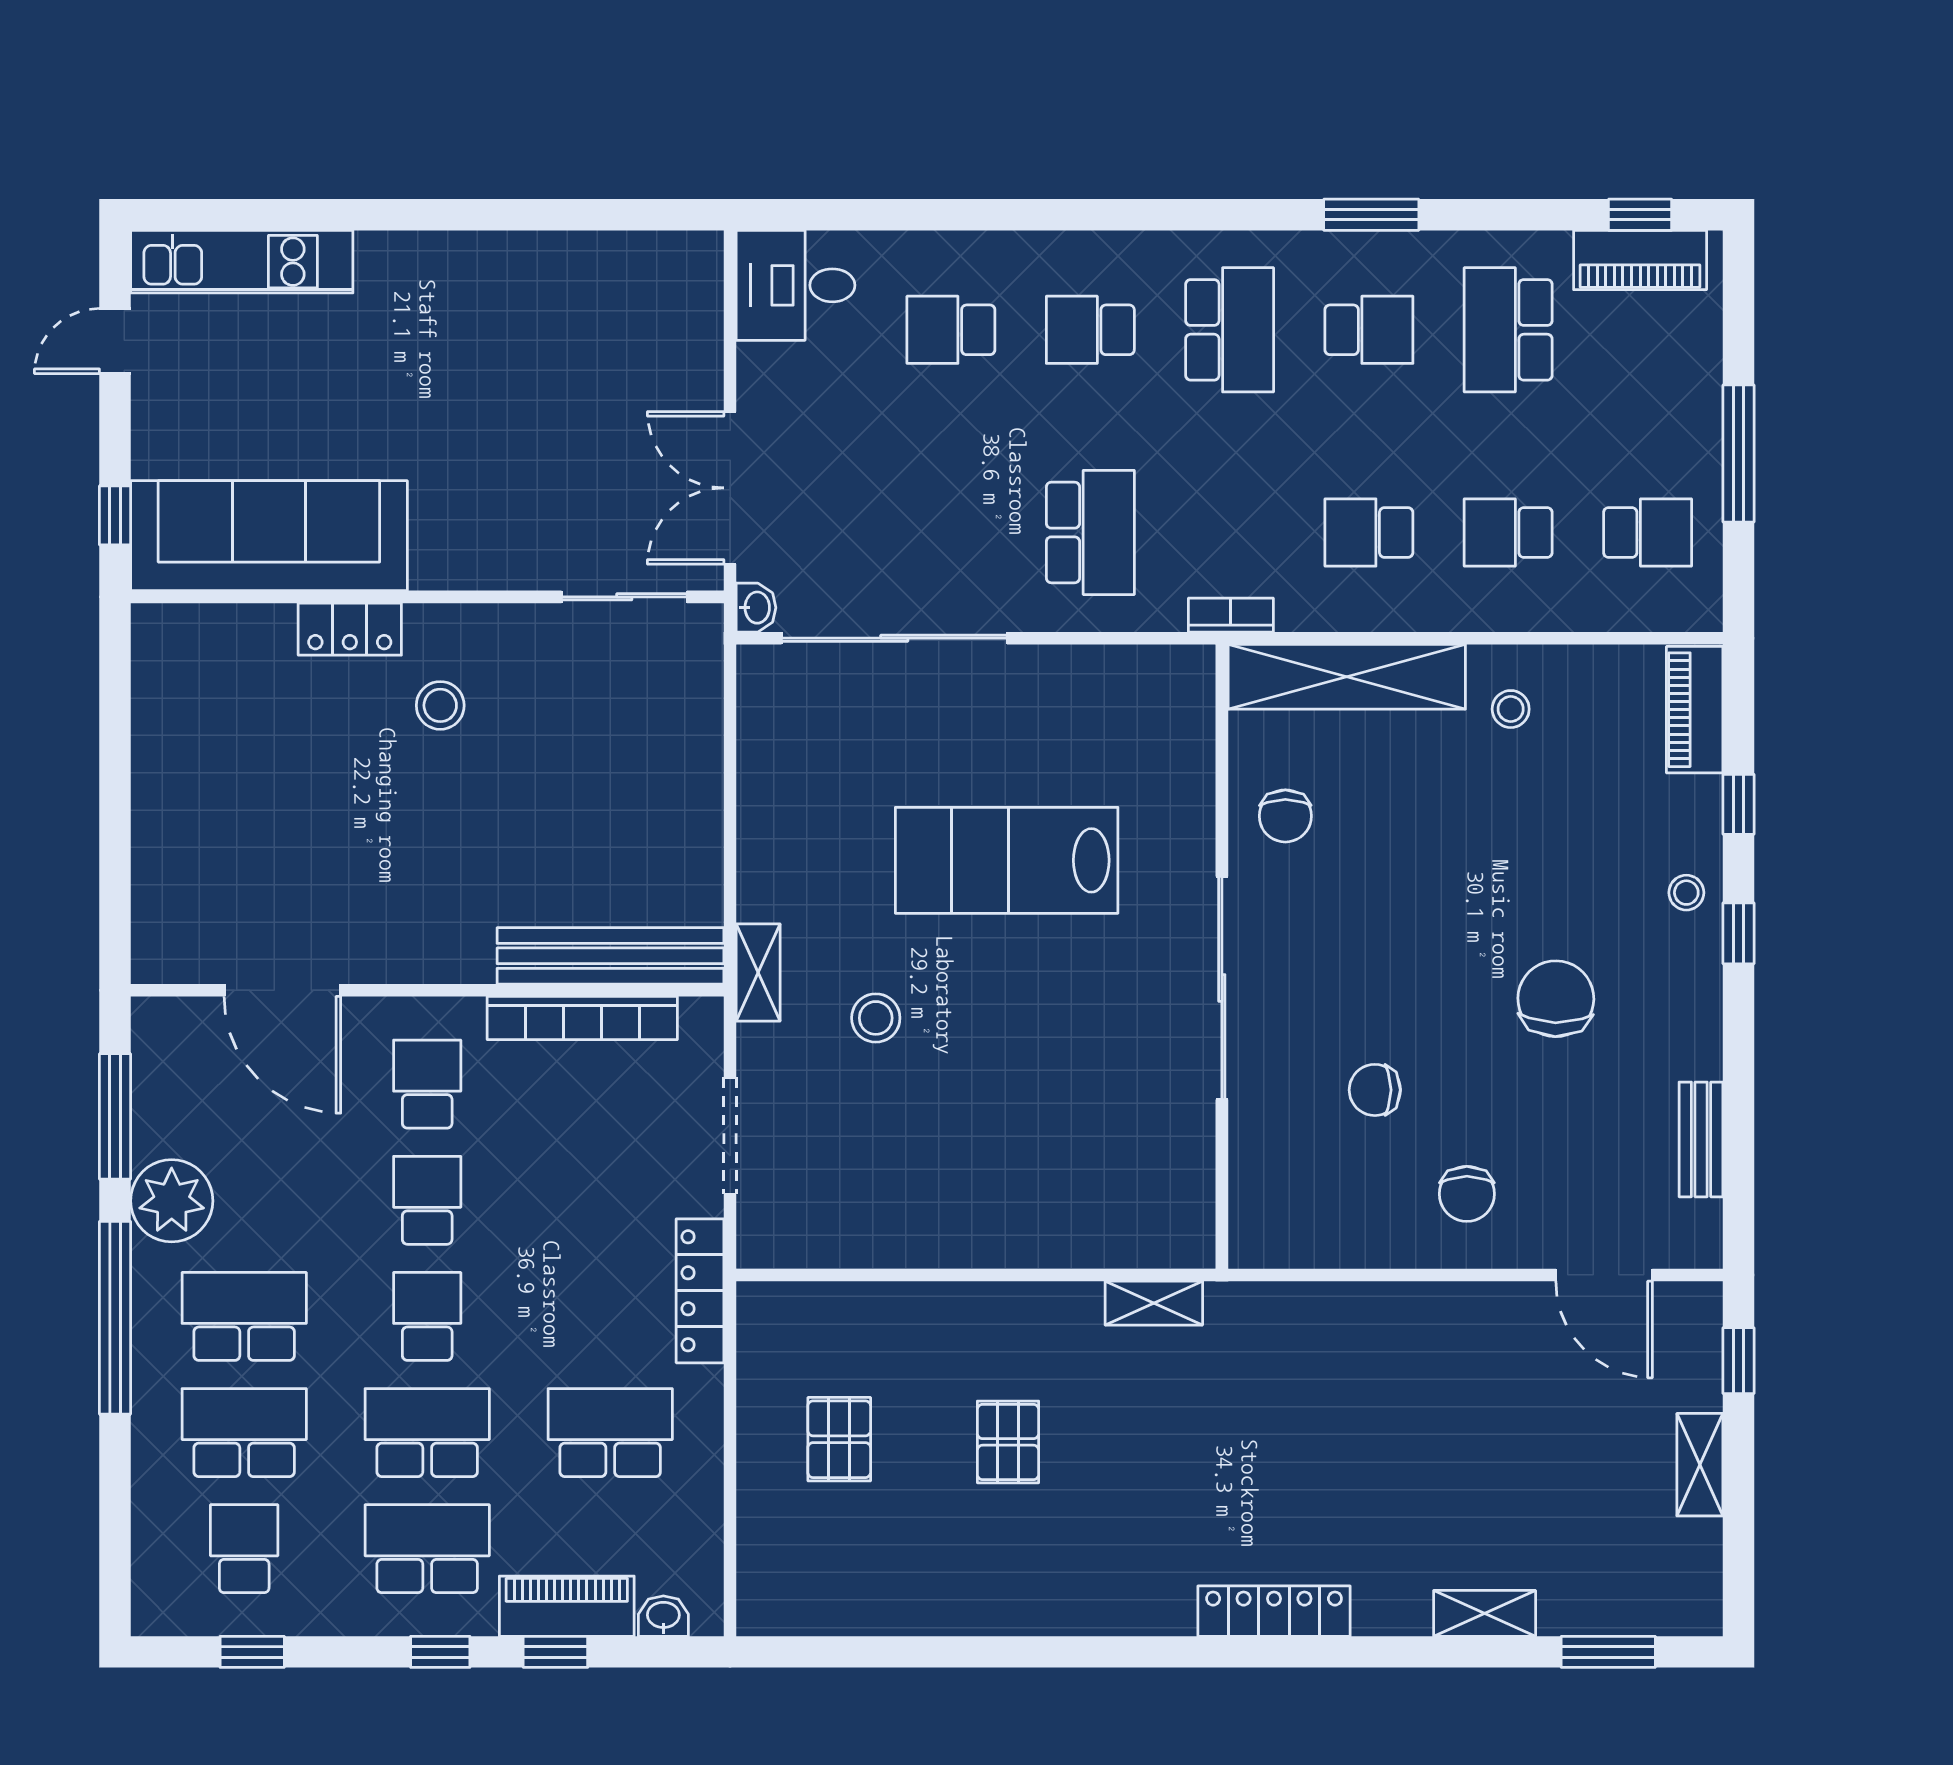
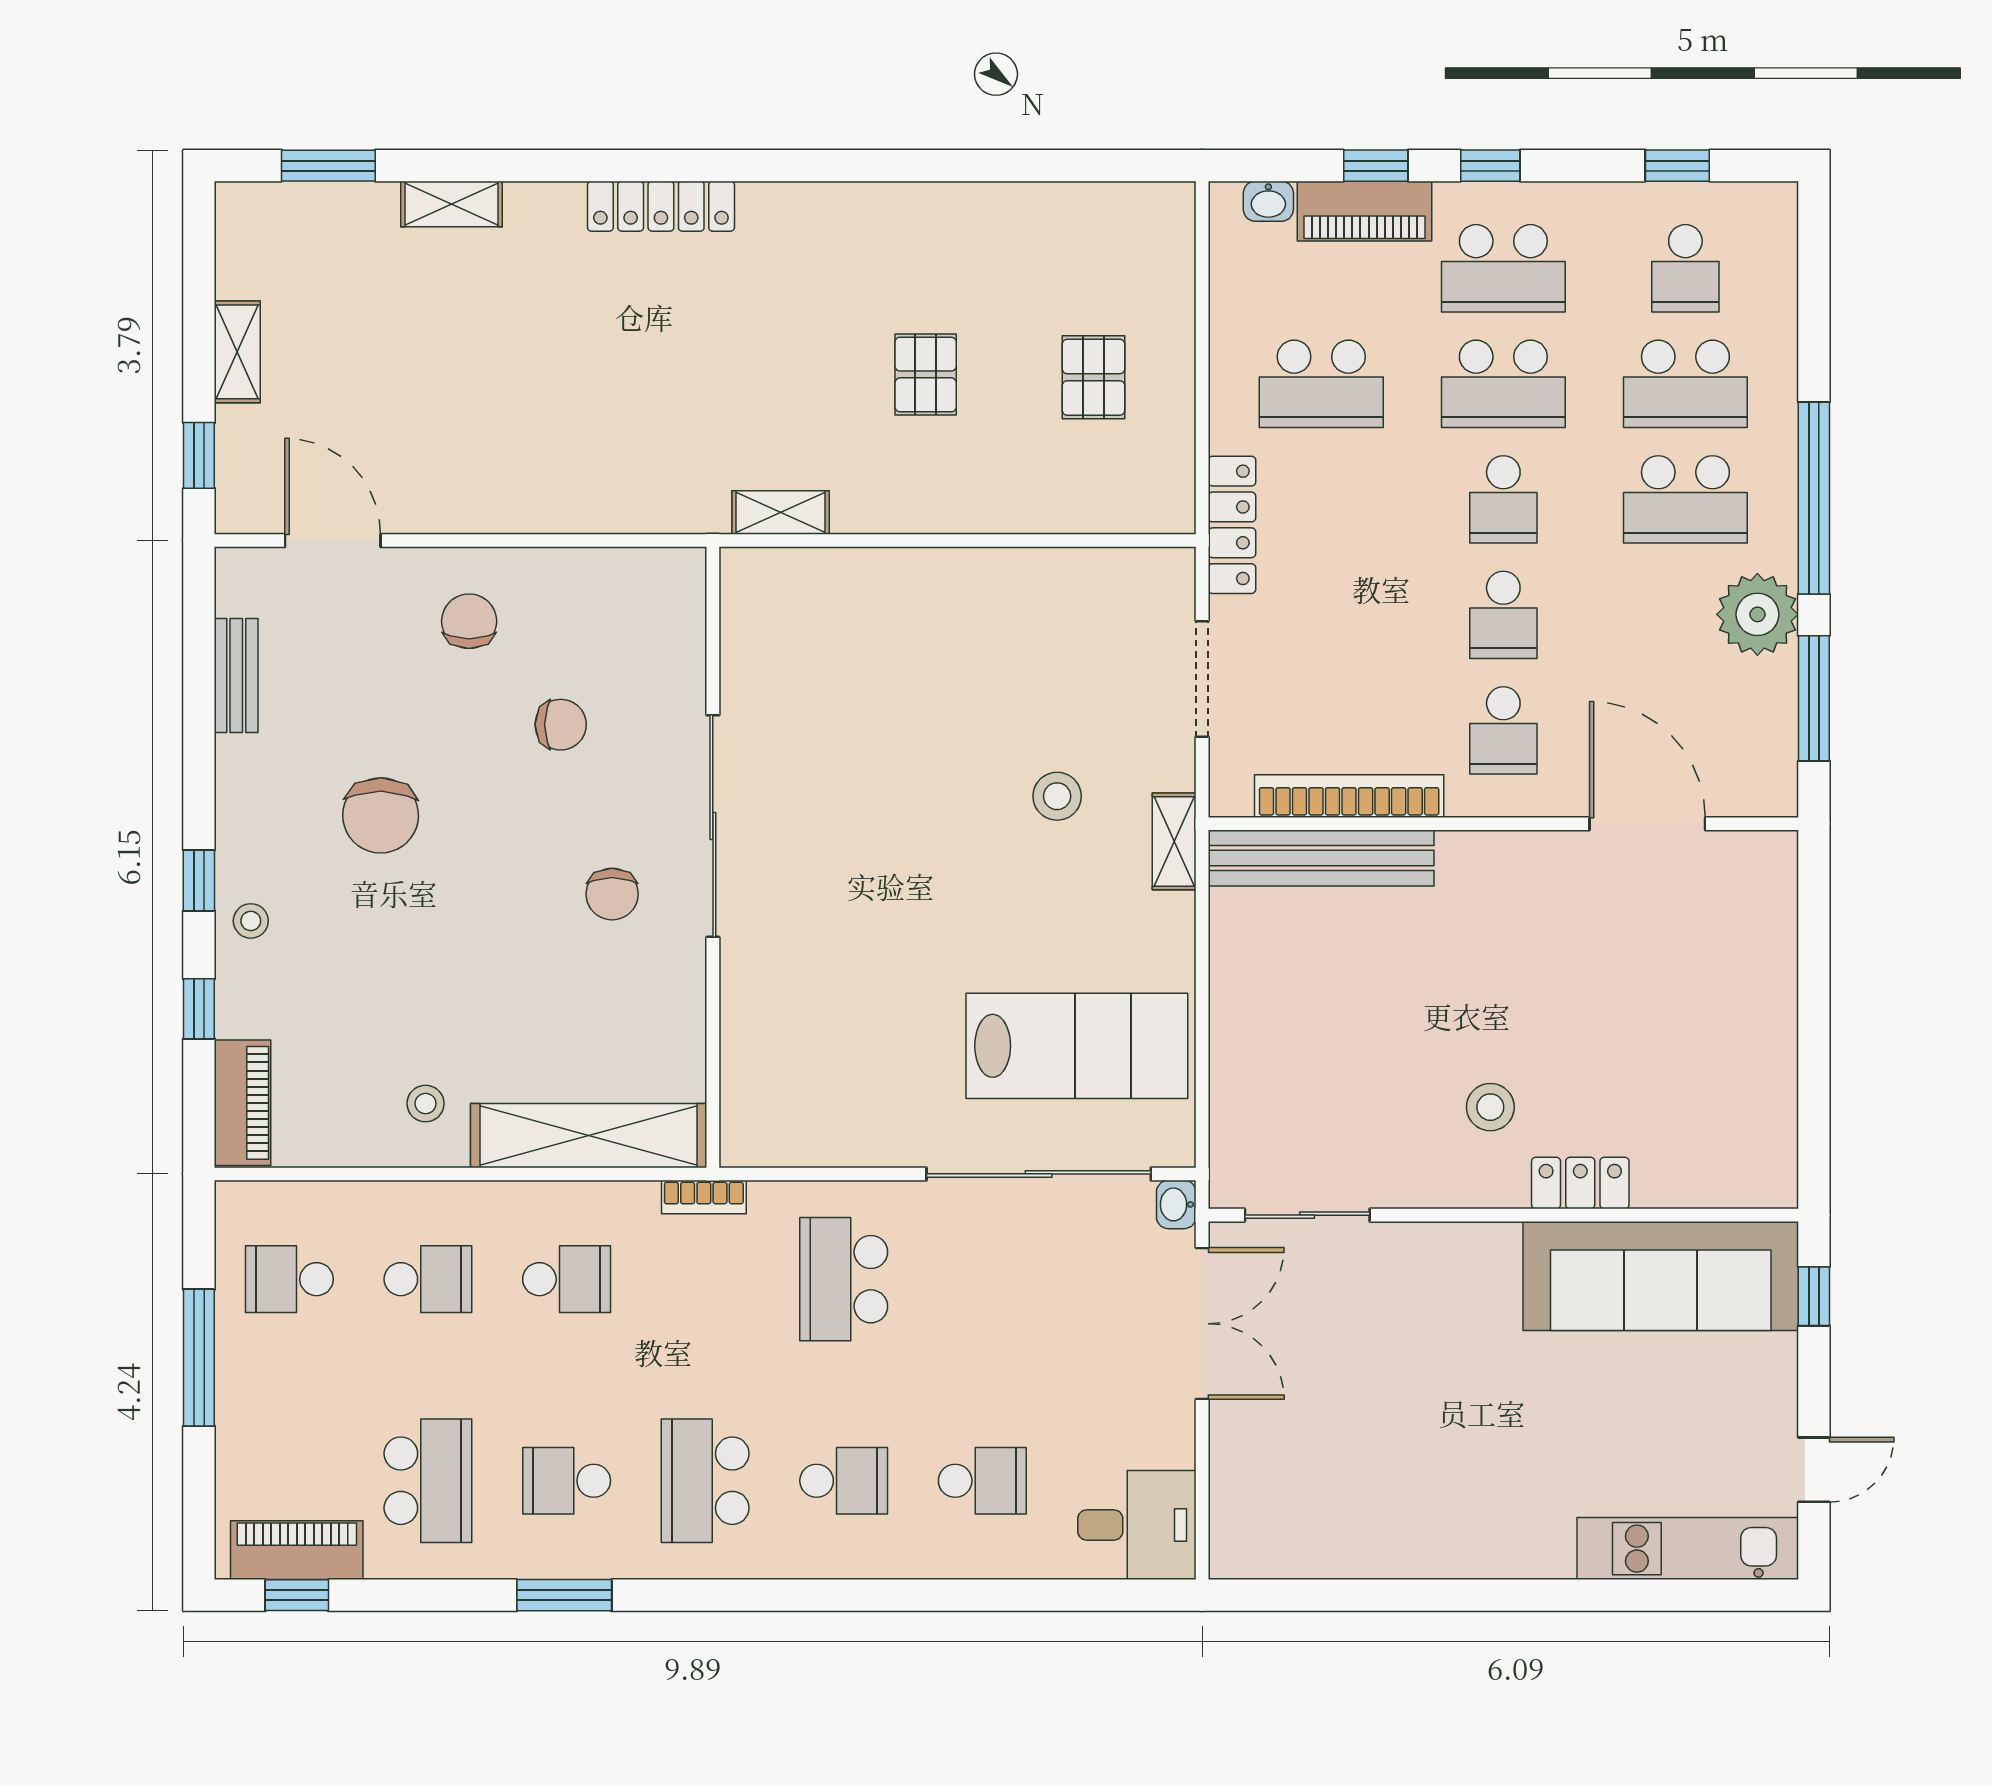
chair: (1285, 816) -> (612, 894), moved, turned 180
lab bench: (1007, 860) -> (1077, 1046), moved

